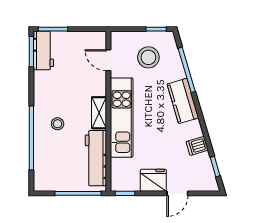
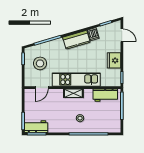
kitchen counter: (183, 101) -> (76, 40), moved
workbench: (96, 158) -> (105, 95), width x0.73
door: (177, 193) -> (122, 35), moved

